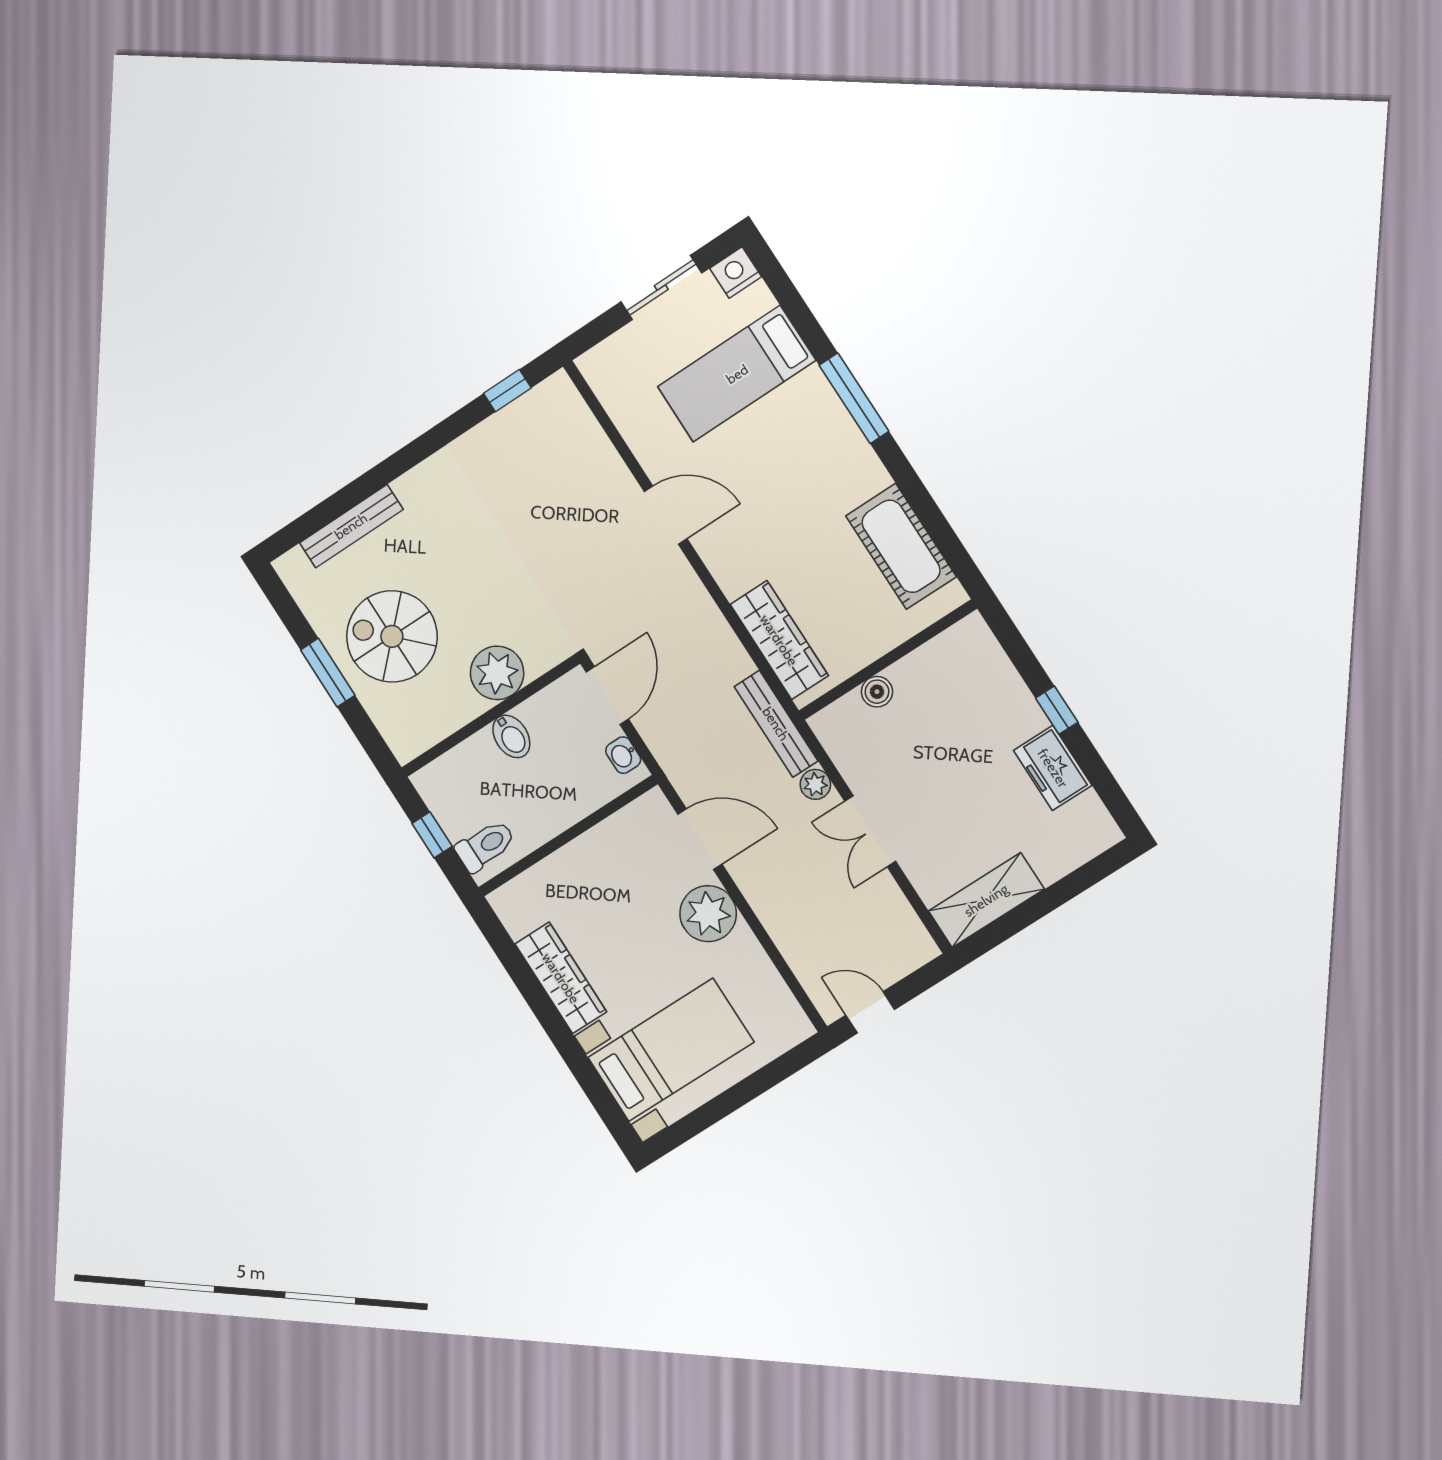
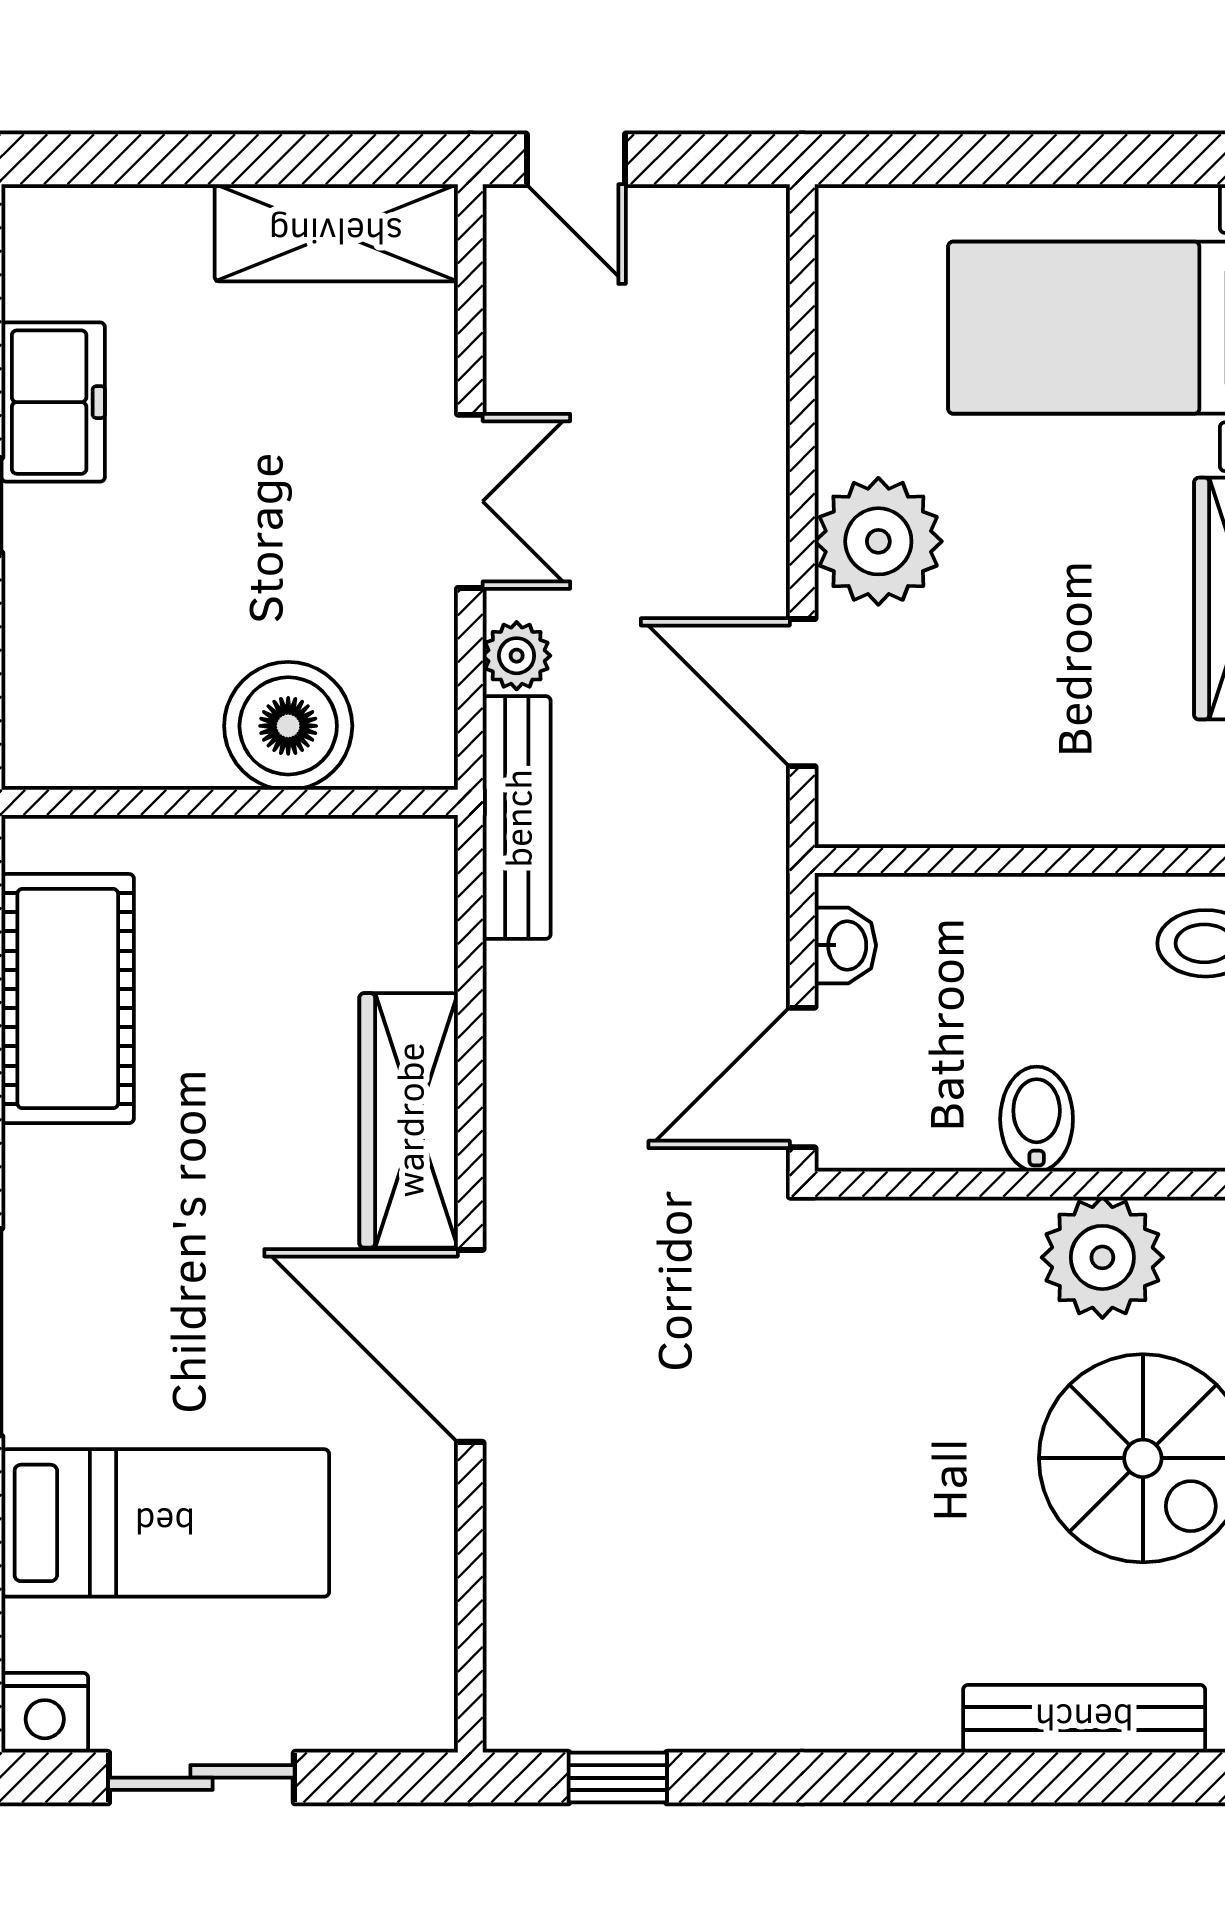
door: (666, 515) -> (470, 1346), width x1.36
wardrobe: (779, 640) -> (409, 1120), moved
plant: (497, 673) -> (1102, 1257), moved
boiler: (877, 692) -> (288, 726), width x1.86, depth x1.86
door: (870, 1012) -> (576, 159), moved

